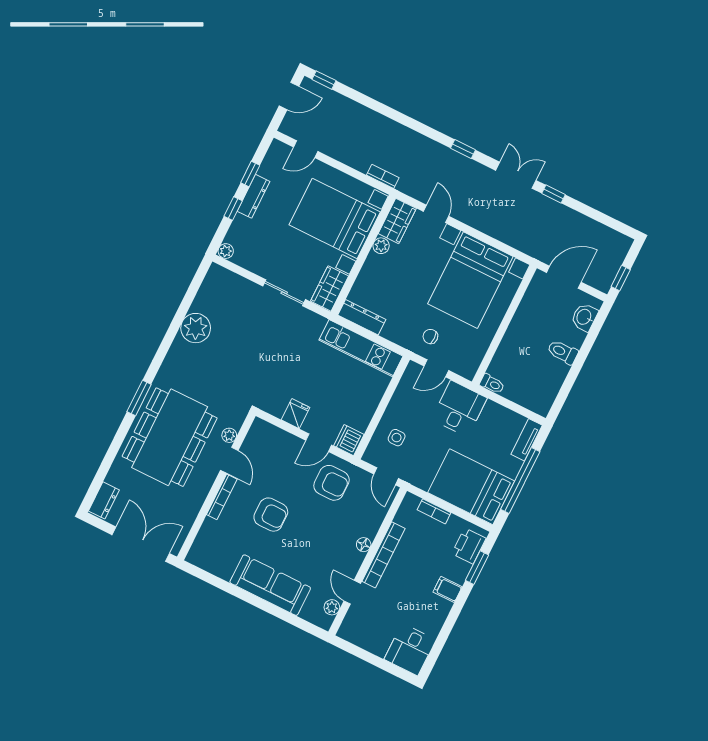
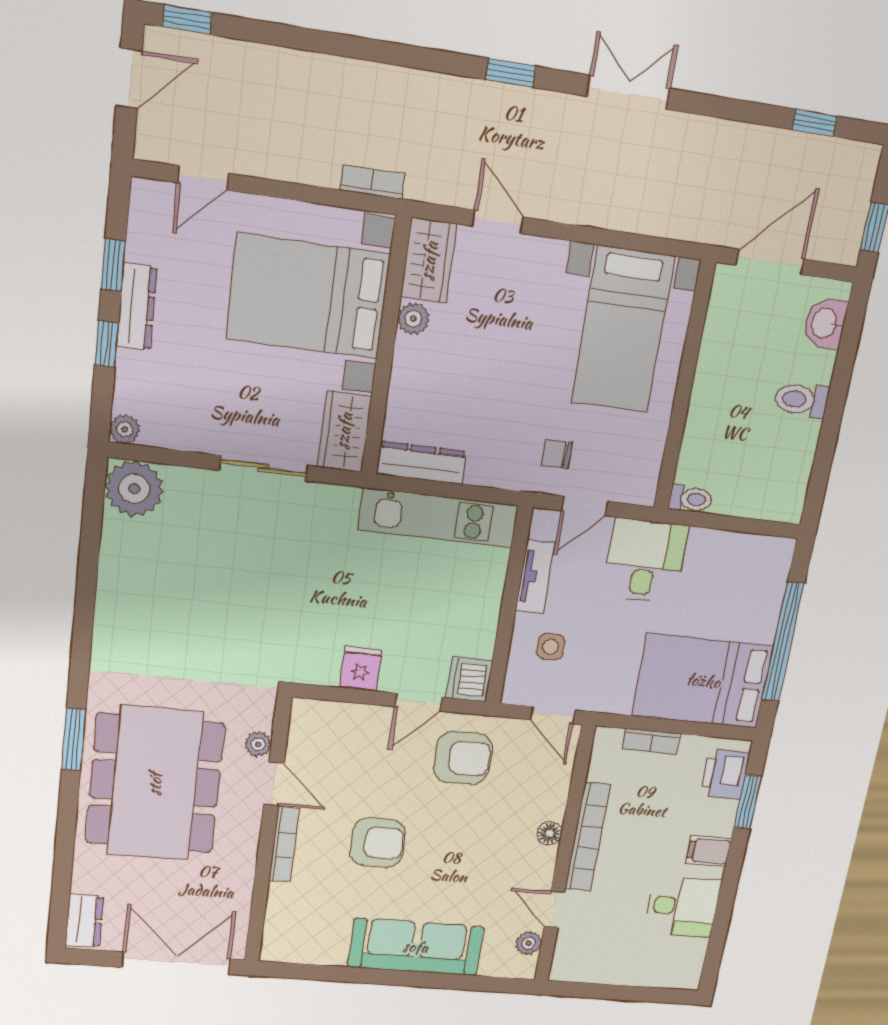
window: (554, 194) -> (815, 123), moved
bed with nightstands: (470, 280) -> (623, 330), width x0.73
plant: (196, 328) -> (134, 489), moved
tv unit: (527, 440) -> (535, 577), moved, turned 180
desk: (410, 649) -> (683, 906), moved, turned -90

